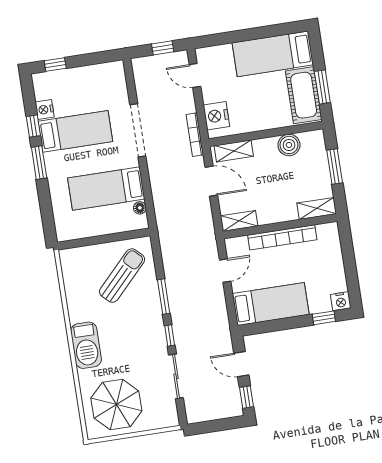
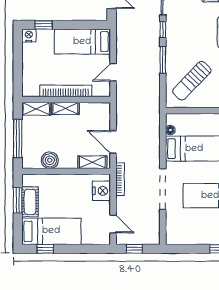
window: (277, 30) -> (45, 249), added
cot: (304, 95) -> (30, 202), width x0.73, depth x0.75
window: (335, 167) -> (18, 138), width x1.44
shelving: (239, 221) -> (65, 108), moved

